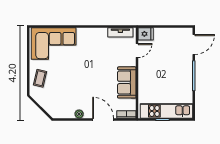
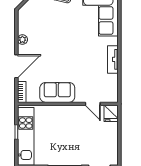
tv unit: (120, 32) -> (113, 59), moved

